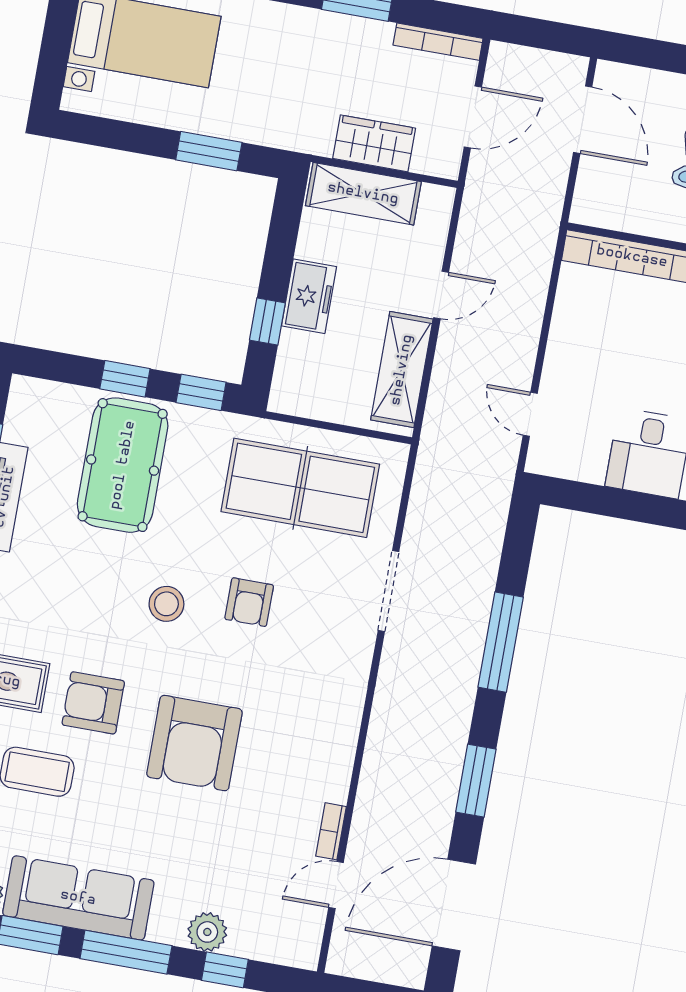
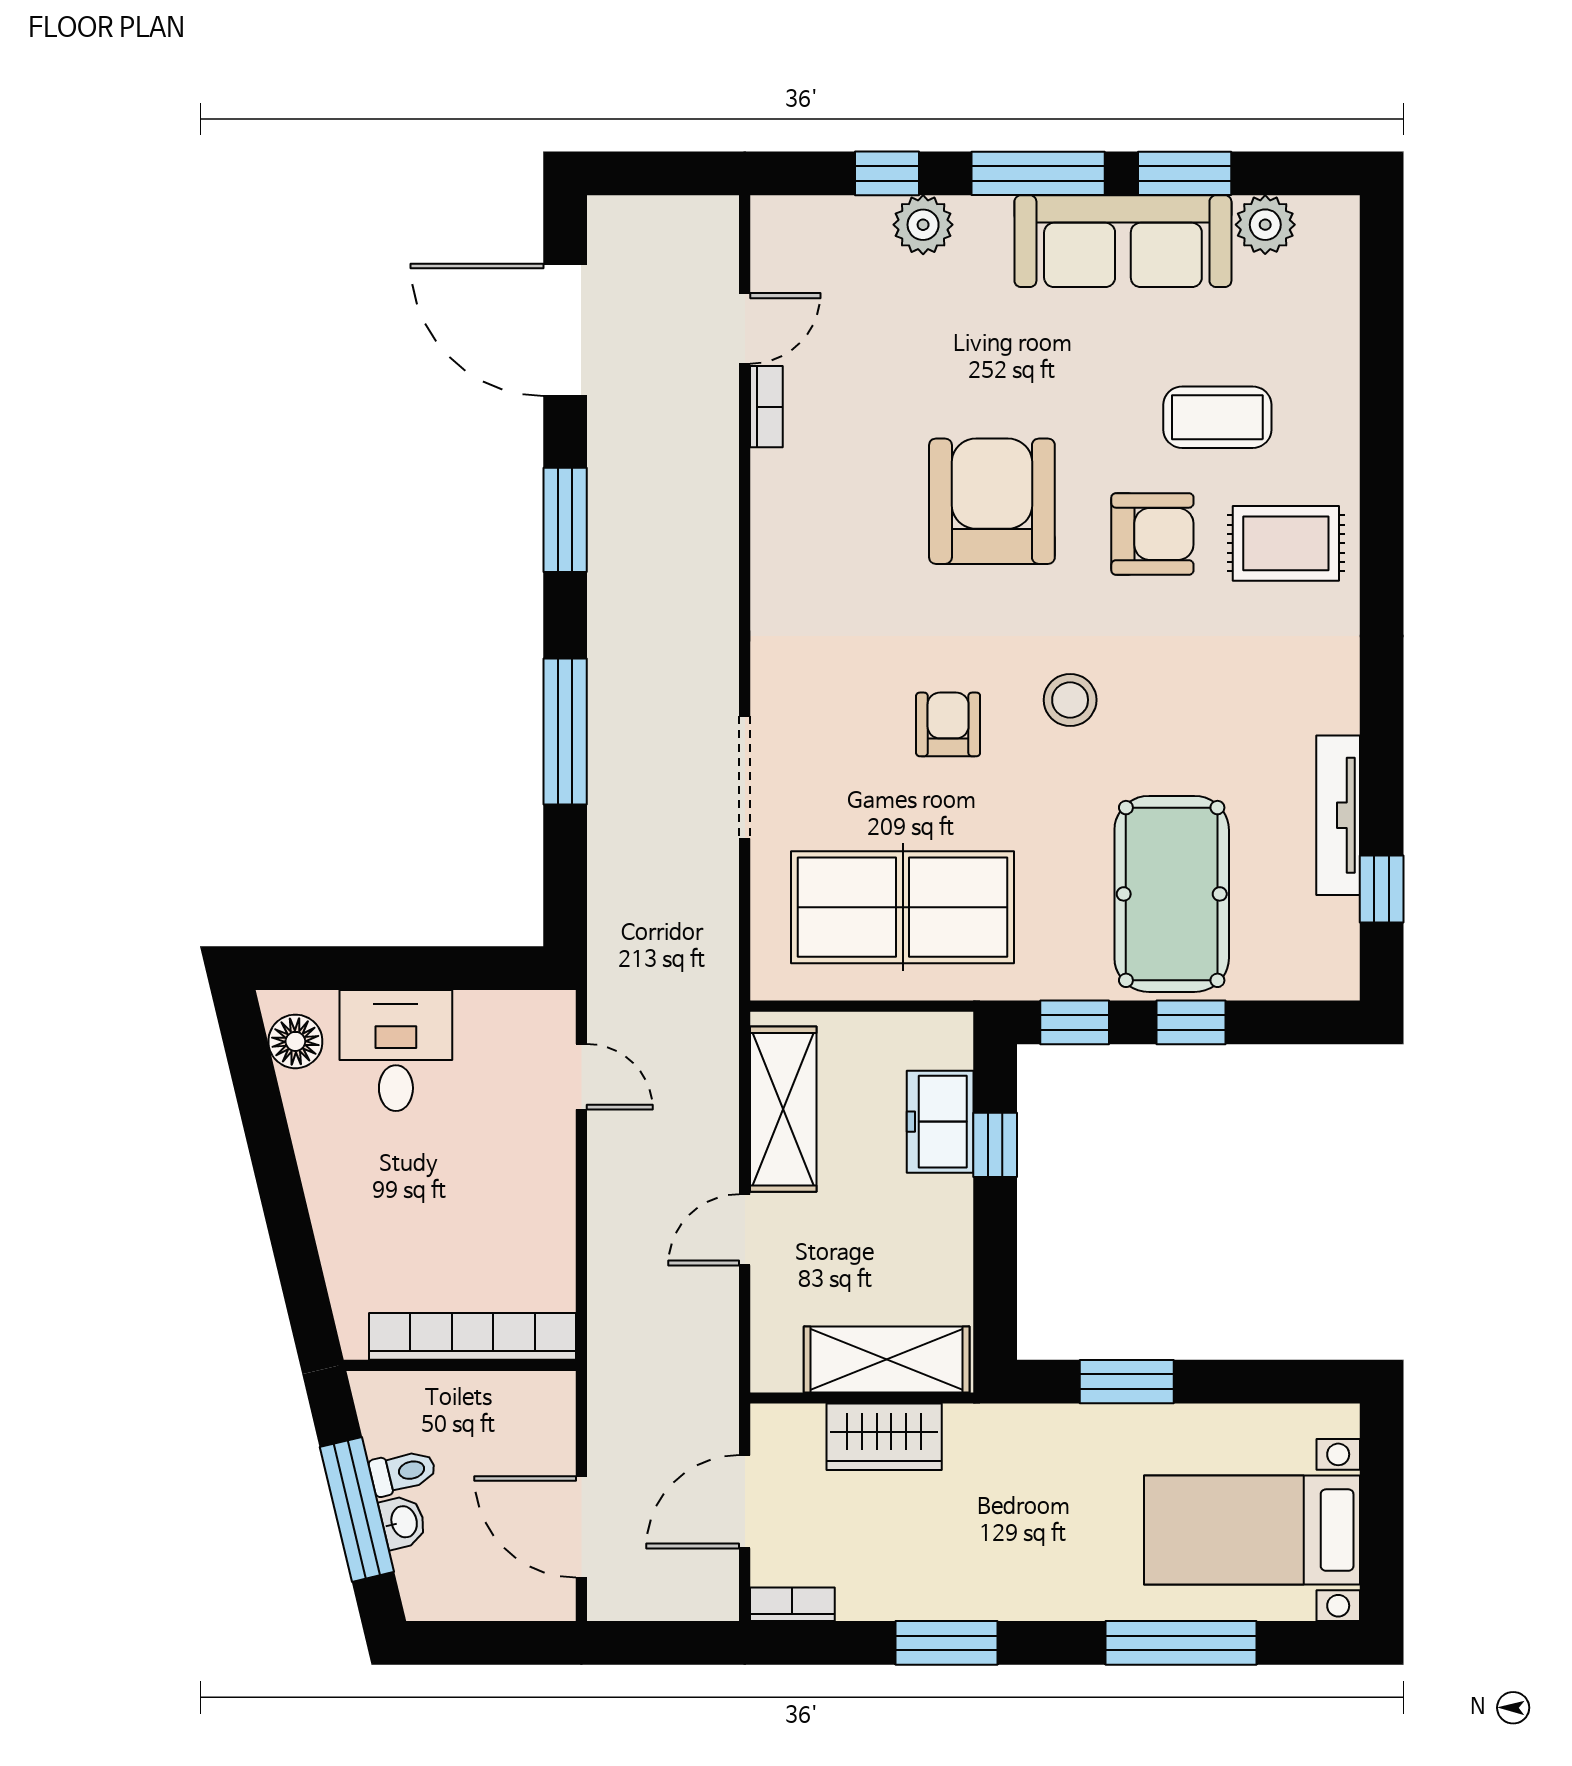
bookcase: (438, 42) -> (792, 1604), width x0.64
freezer: (309, 296) -> (940, 1122), moved
door: (454, 905) -> (565, 330), swing flipped

